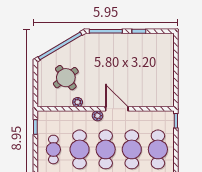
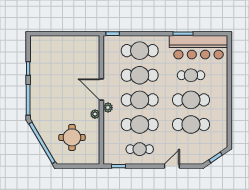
round table: (66, 78) -> (72, 137), turned 37
plant: (78, 102) -> (95, 114), moved
door: (117, 109) -> (101, 89), hinge flipped

